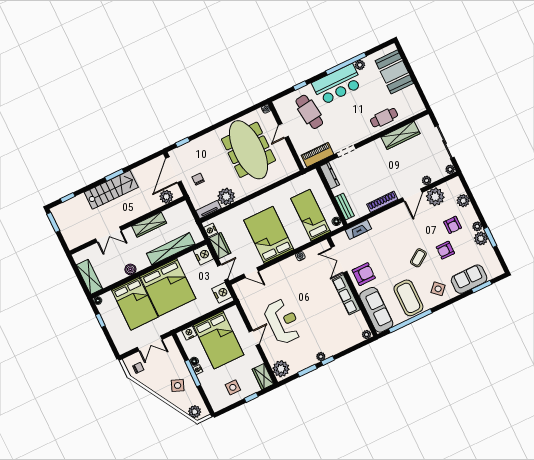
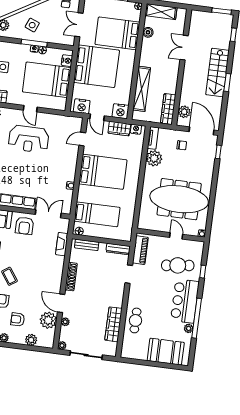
wardrobe: (149, 225) -> (168, 109), moved
boiler: (130, 269) -> (148, 32), moved
bed: (168, 287) -> (97, 66), moved, turned 180

